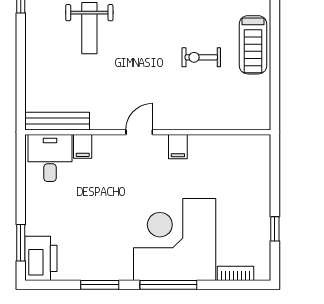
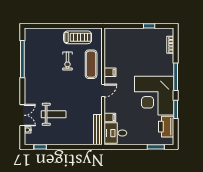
treadmill: (253, 45) -> (78, 37), moved
exercise mat: (195, 107) -> (91, 64), added
door: (139, 132) -> (103, 91), swing flipped
corner desk: (175, 239) -> (154, 96), moved
printer: (41, 258) -> (166, 127), moved, turned -90

